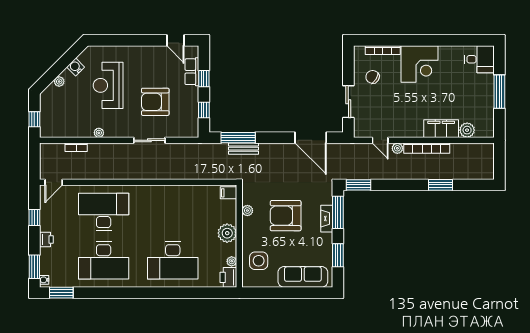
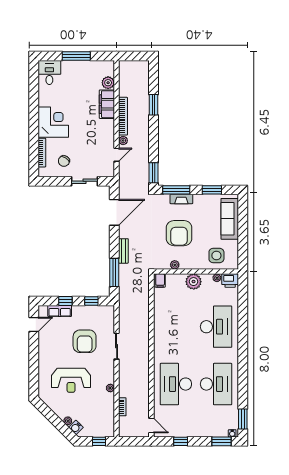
water cooler: (76, 67) -> (76, 427), moved
bench: (243, 149) -> (123, 251), moved
printer: (46, 240) -> (199, 431), removed

